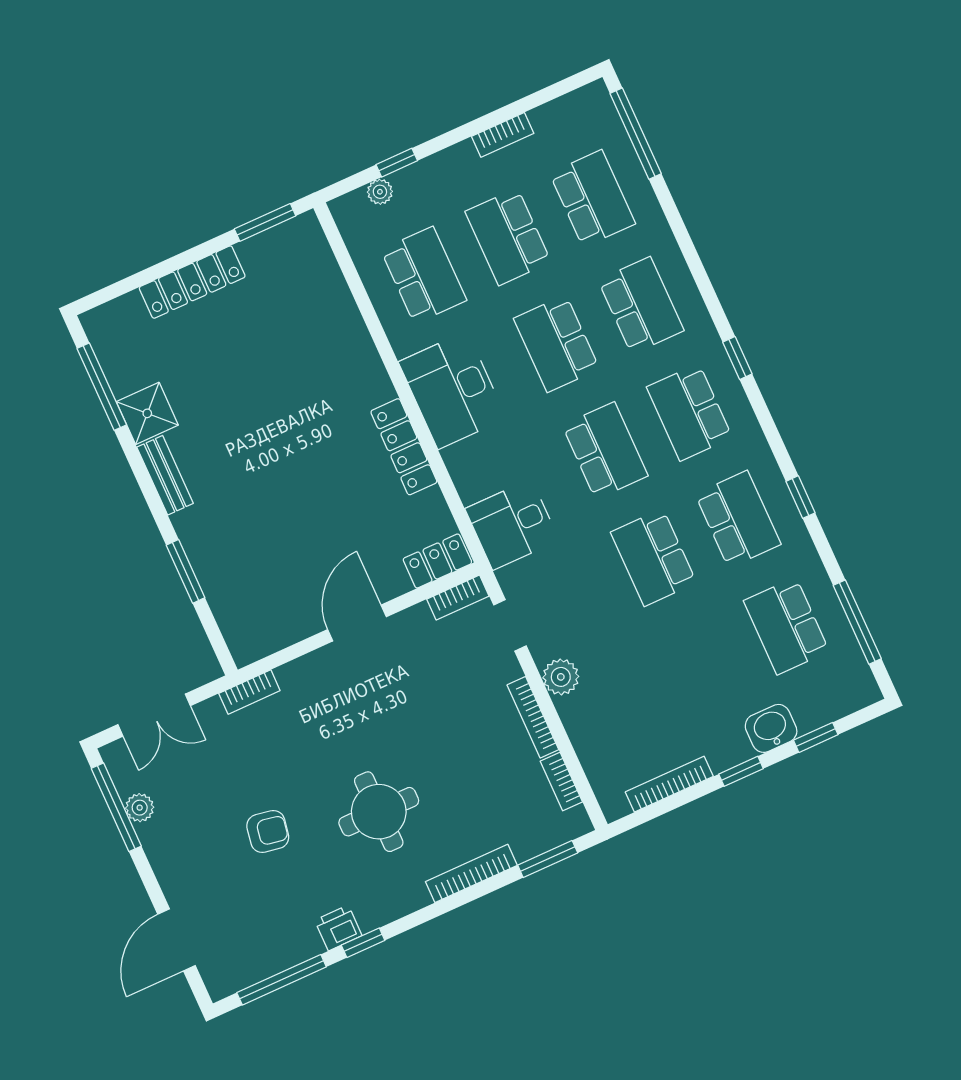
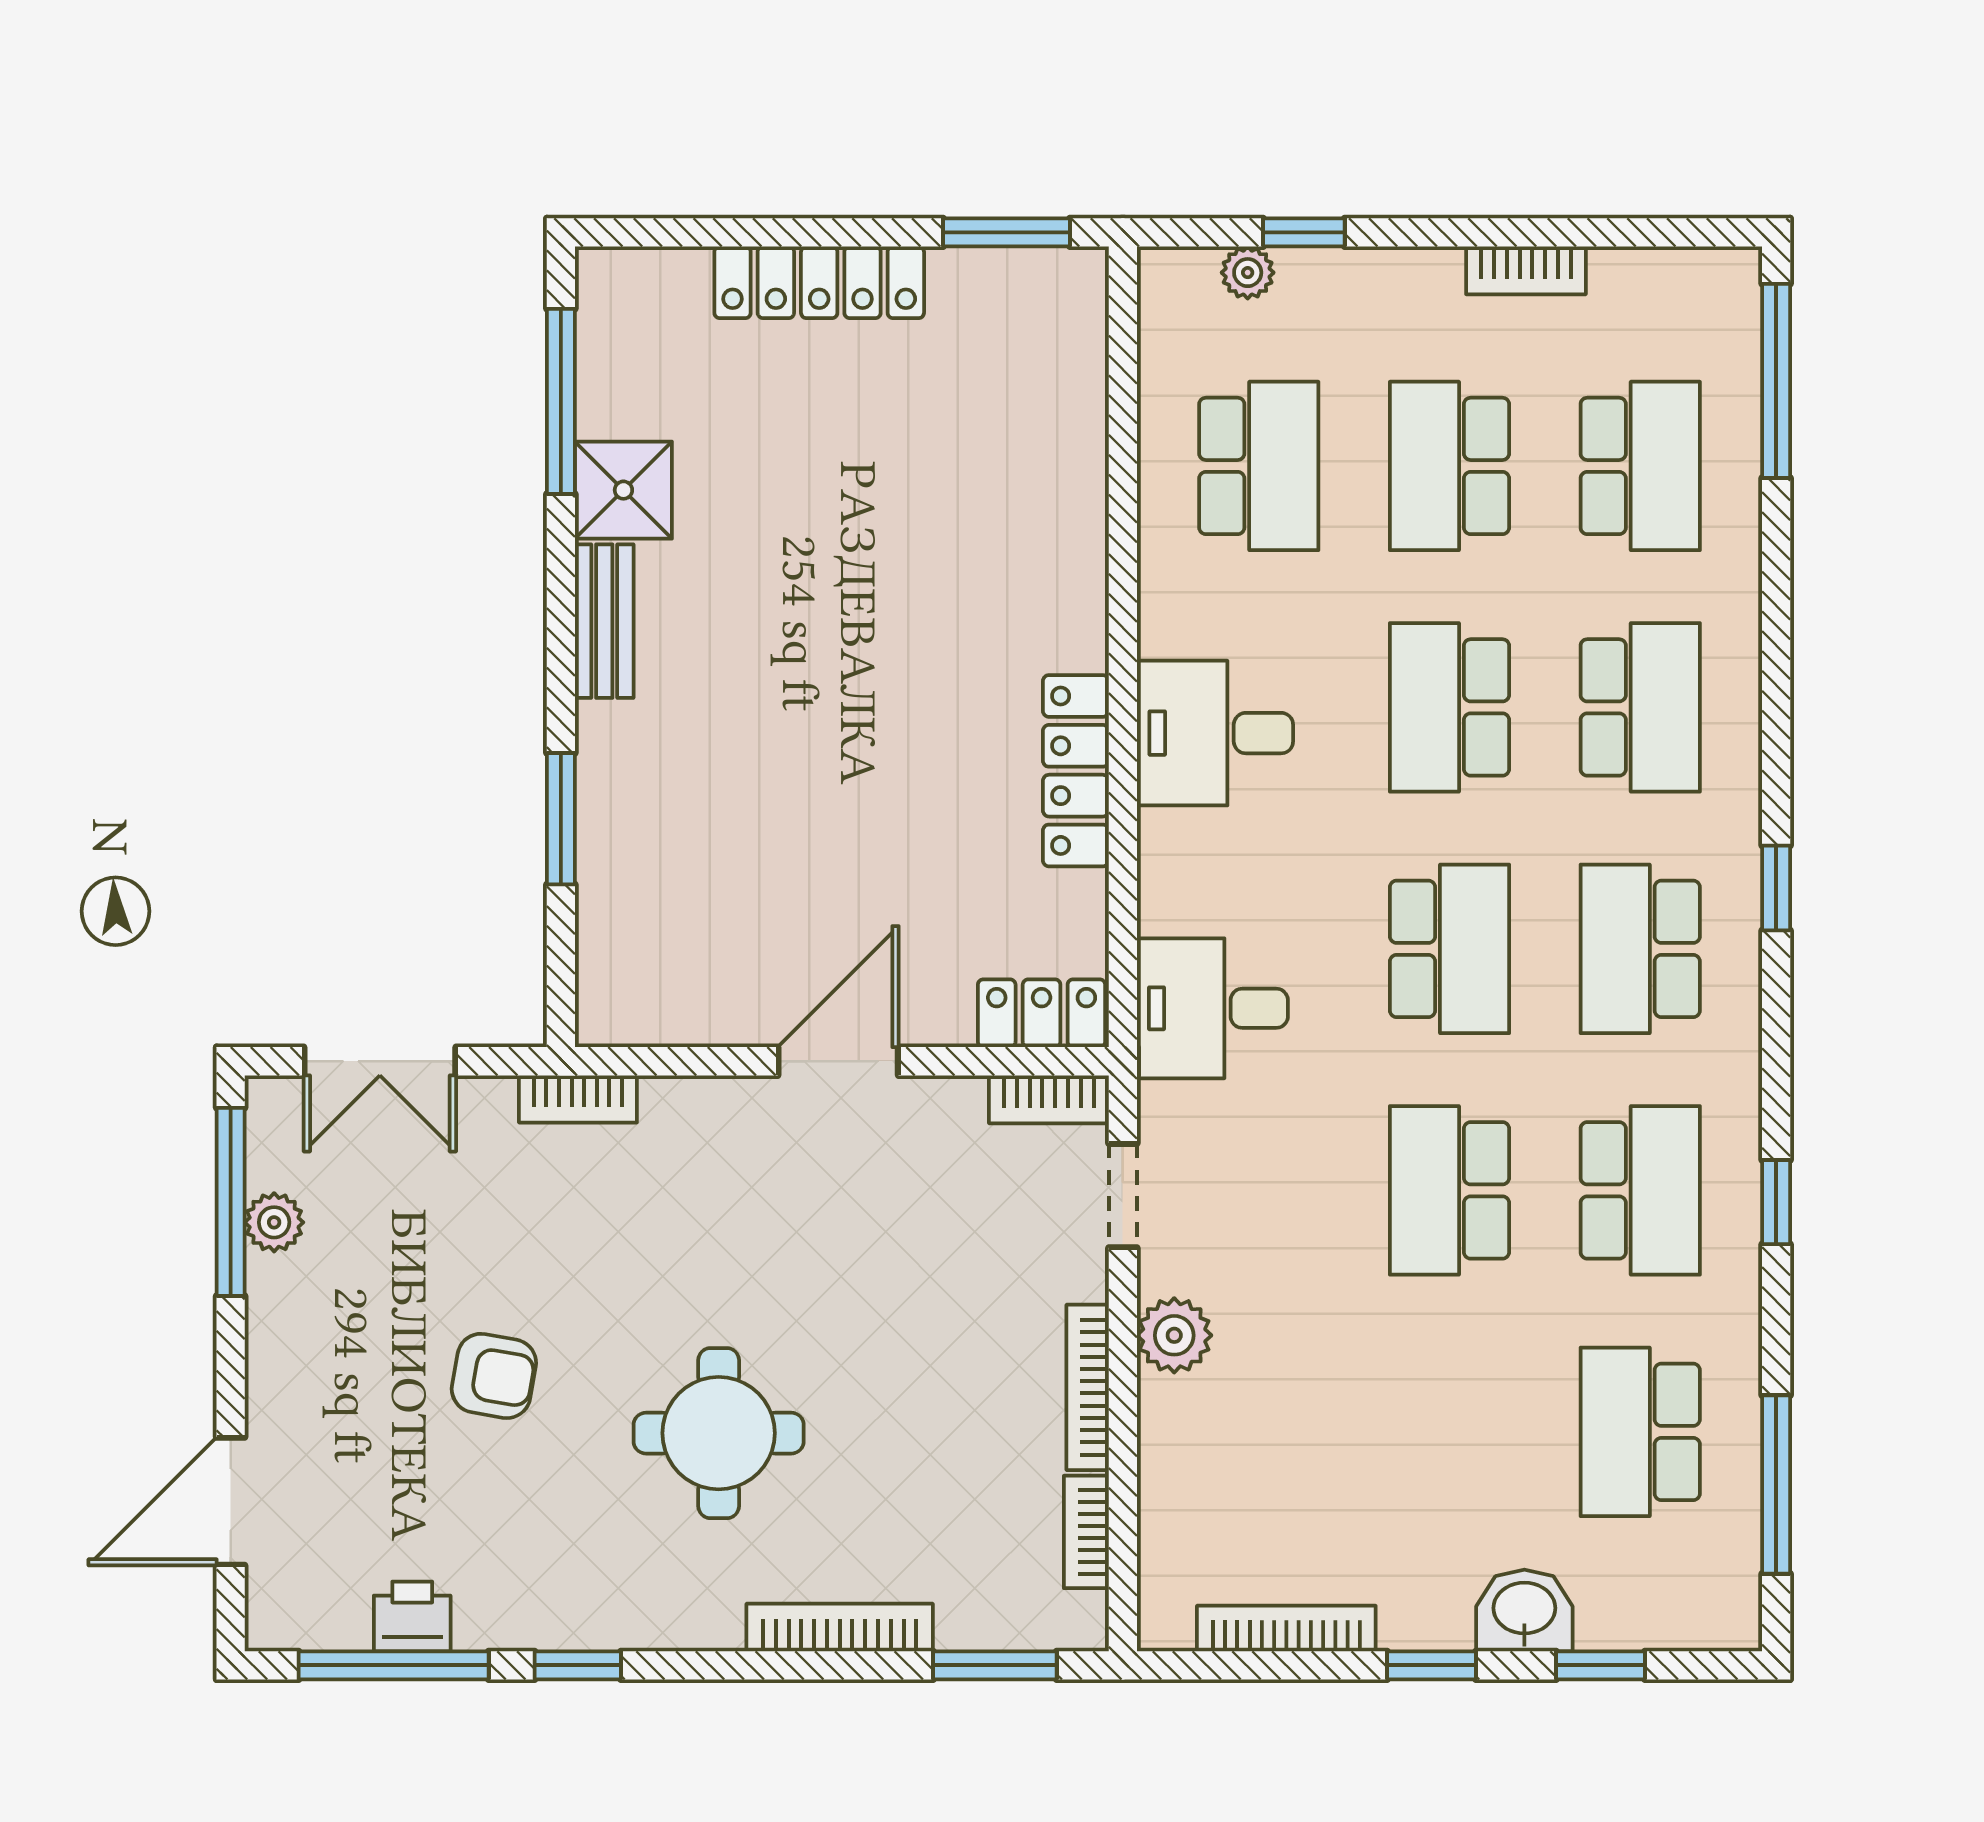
desk: (452, 390) -> (1215, 733), width x0.73
printer: (338, 928) -> (412, 1616), moved

